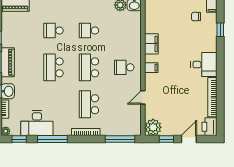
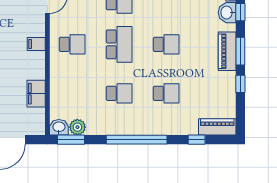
filing cabinet: (151, 44) -> (36, 94), moved
school desk: (54, 67) -> (166, 44), width x0.54

